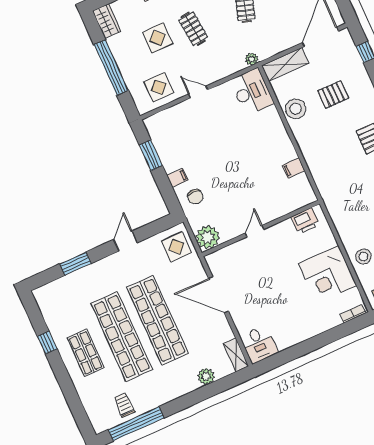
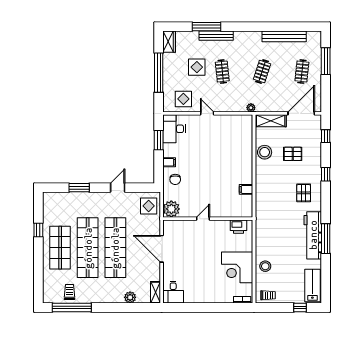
desk: (252, 92) -> (174, 129), moved, turned 180
shop shelf: (86, 353) -> (60, 248), width x1.43, depth x1.36

